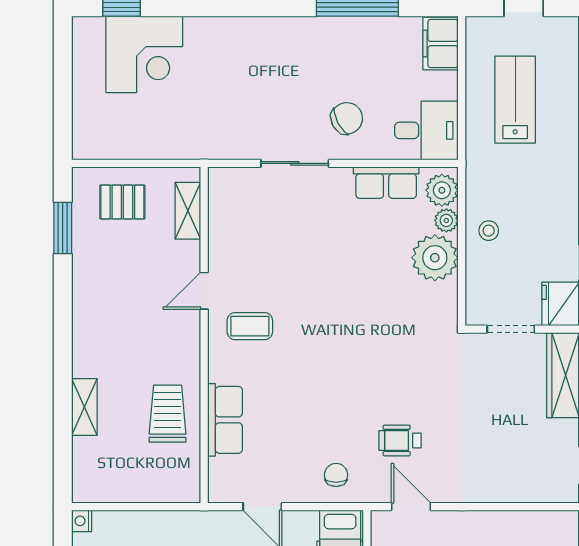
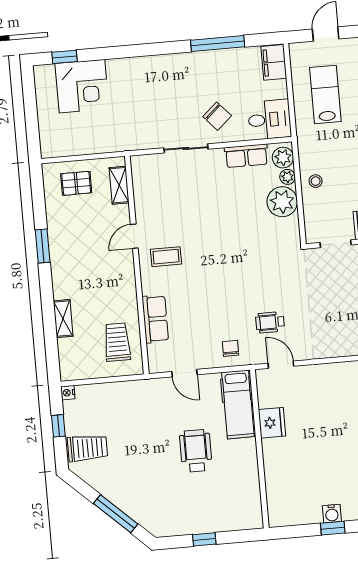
chair: (347, 118) -> (217, 116), turned 76
window: (63, 228) -> (43, 246), moved
trolley: (168, 414) -> (117, 342), moved

